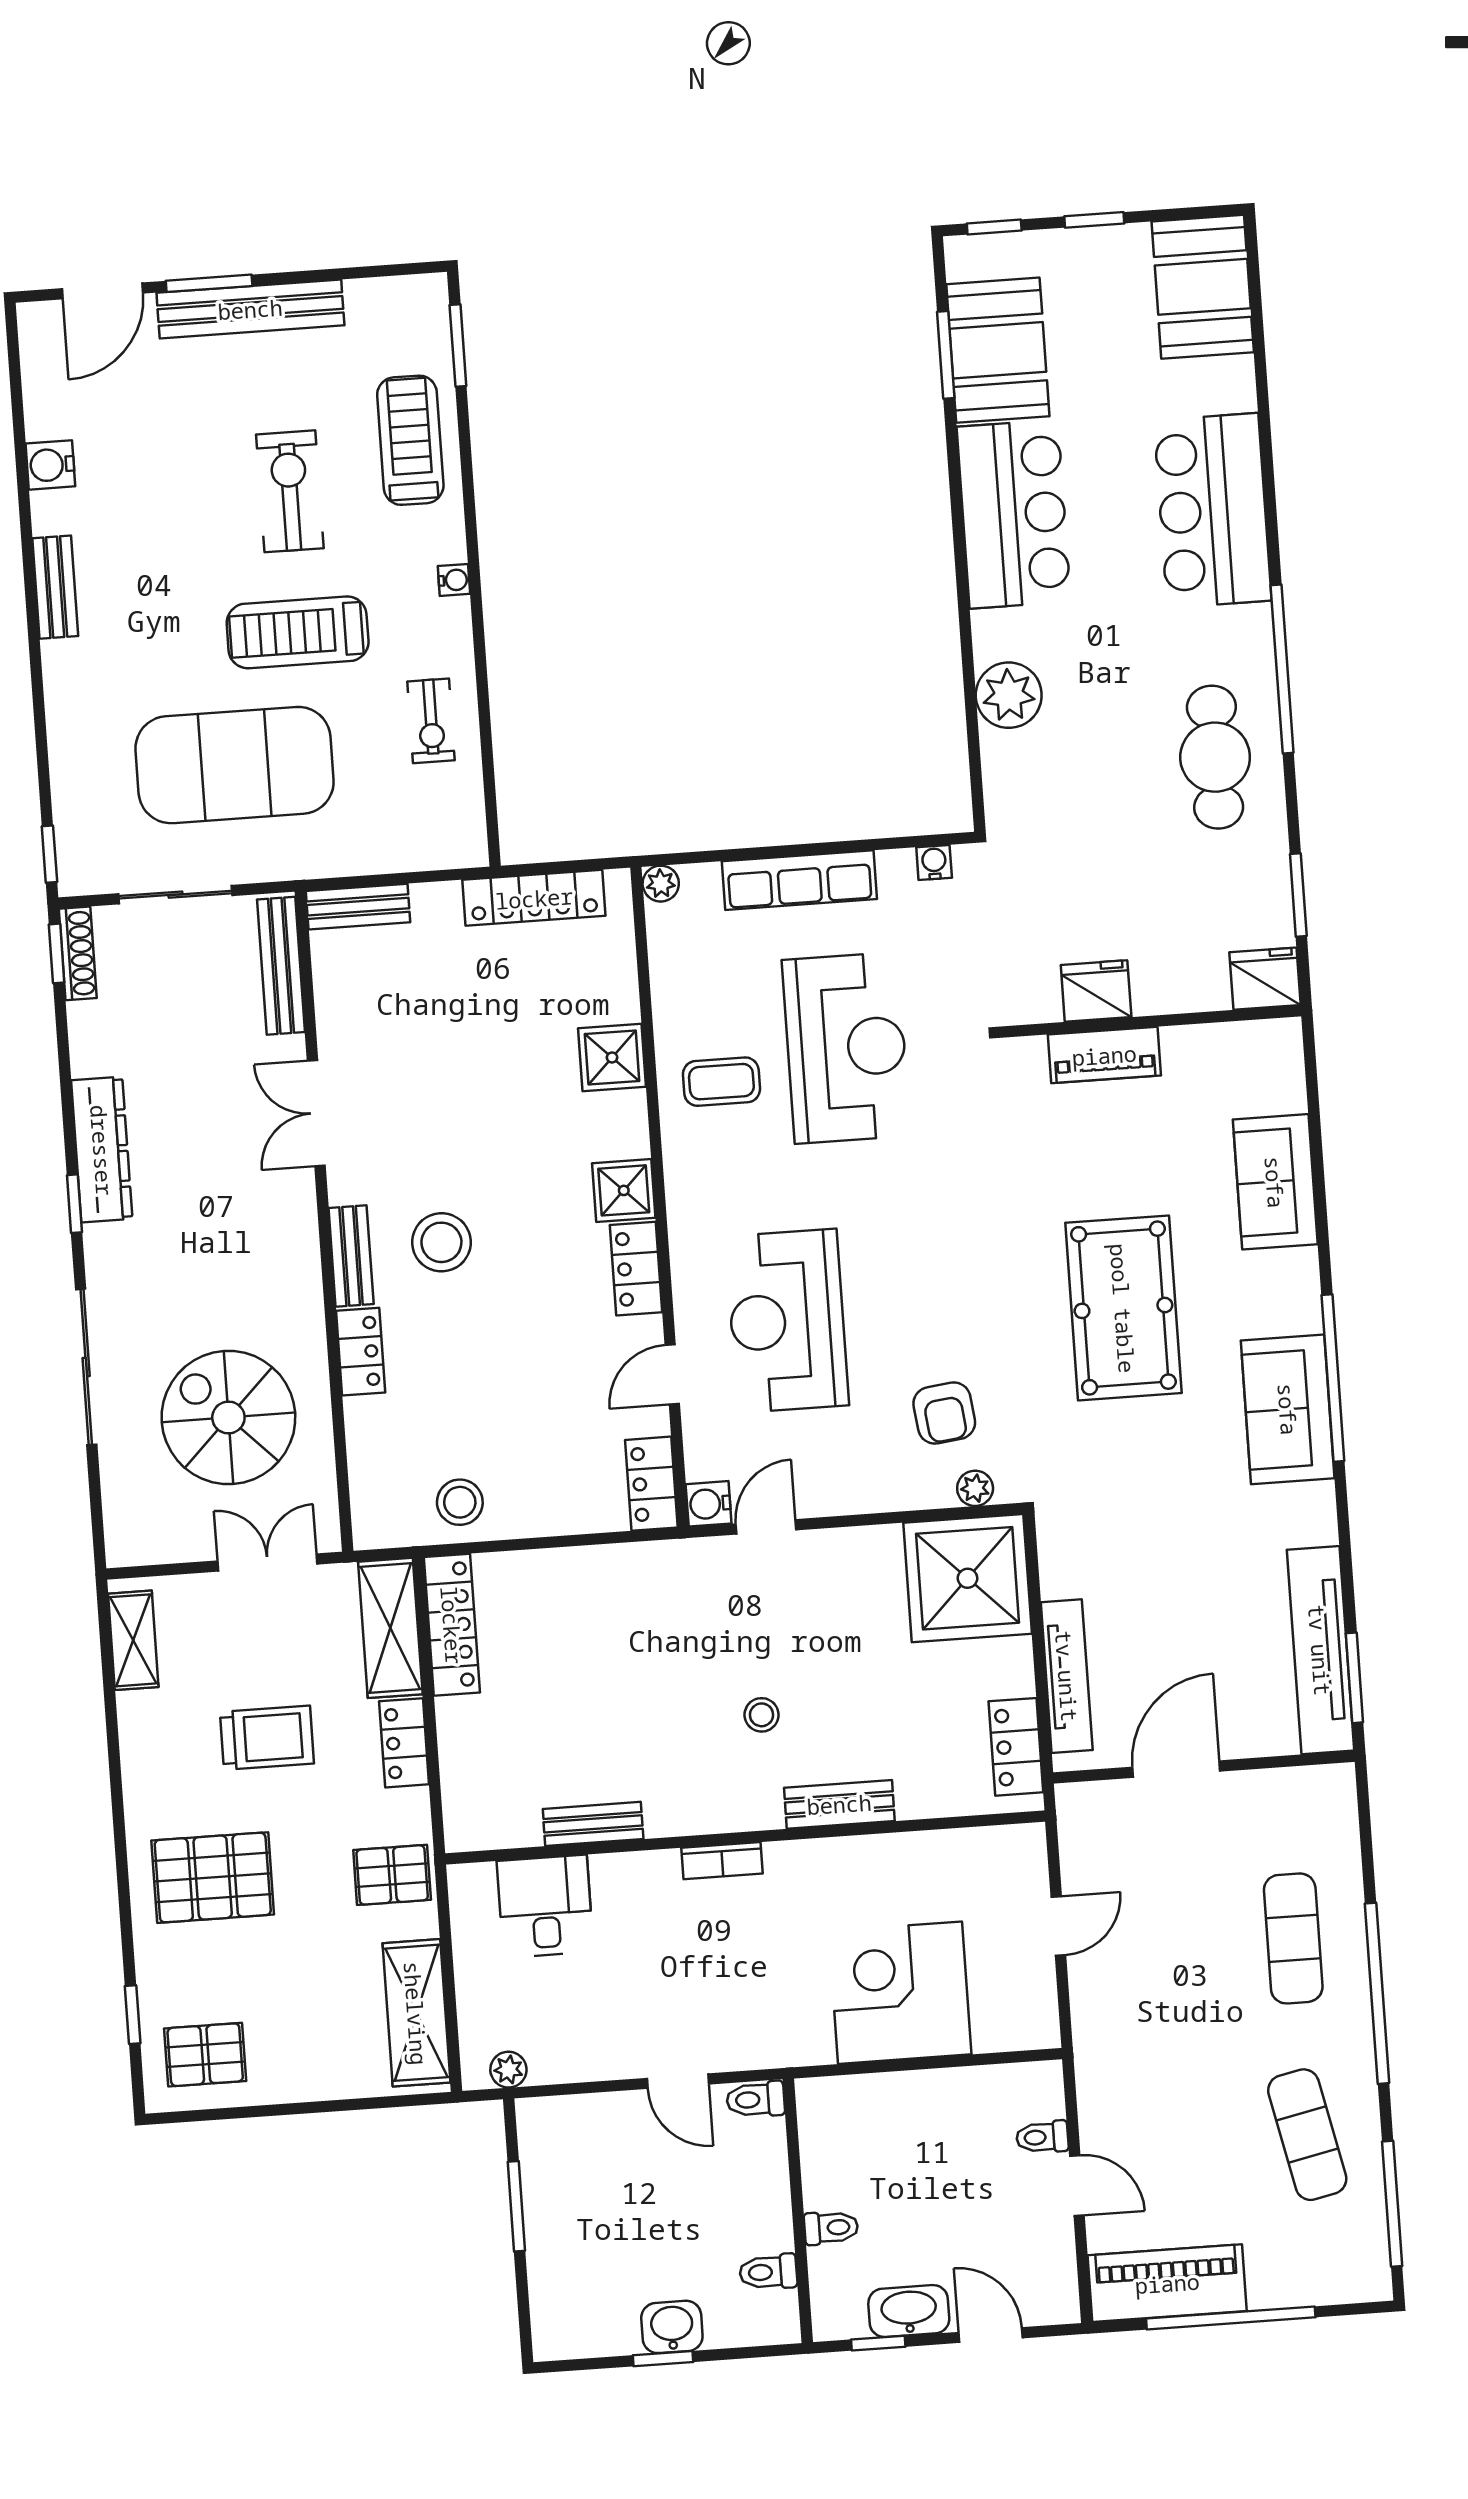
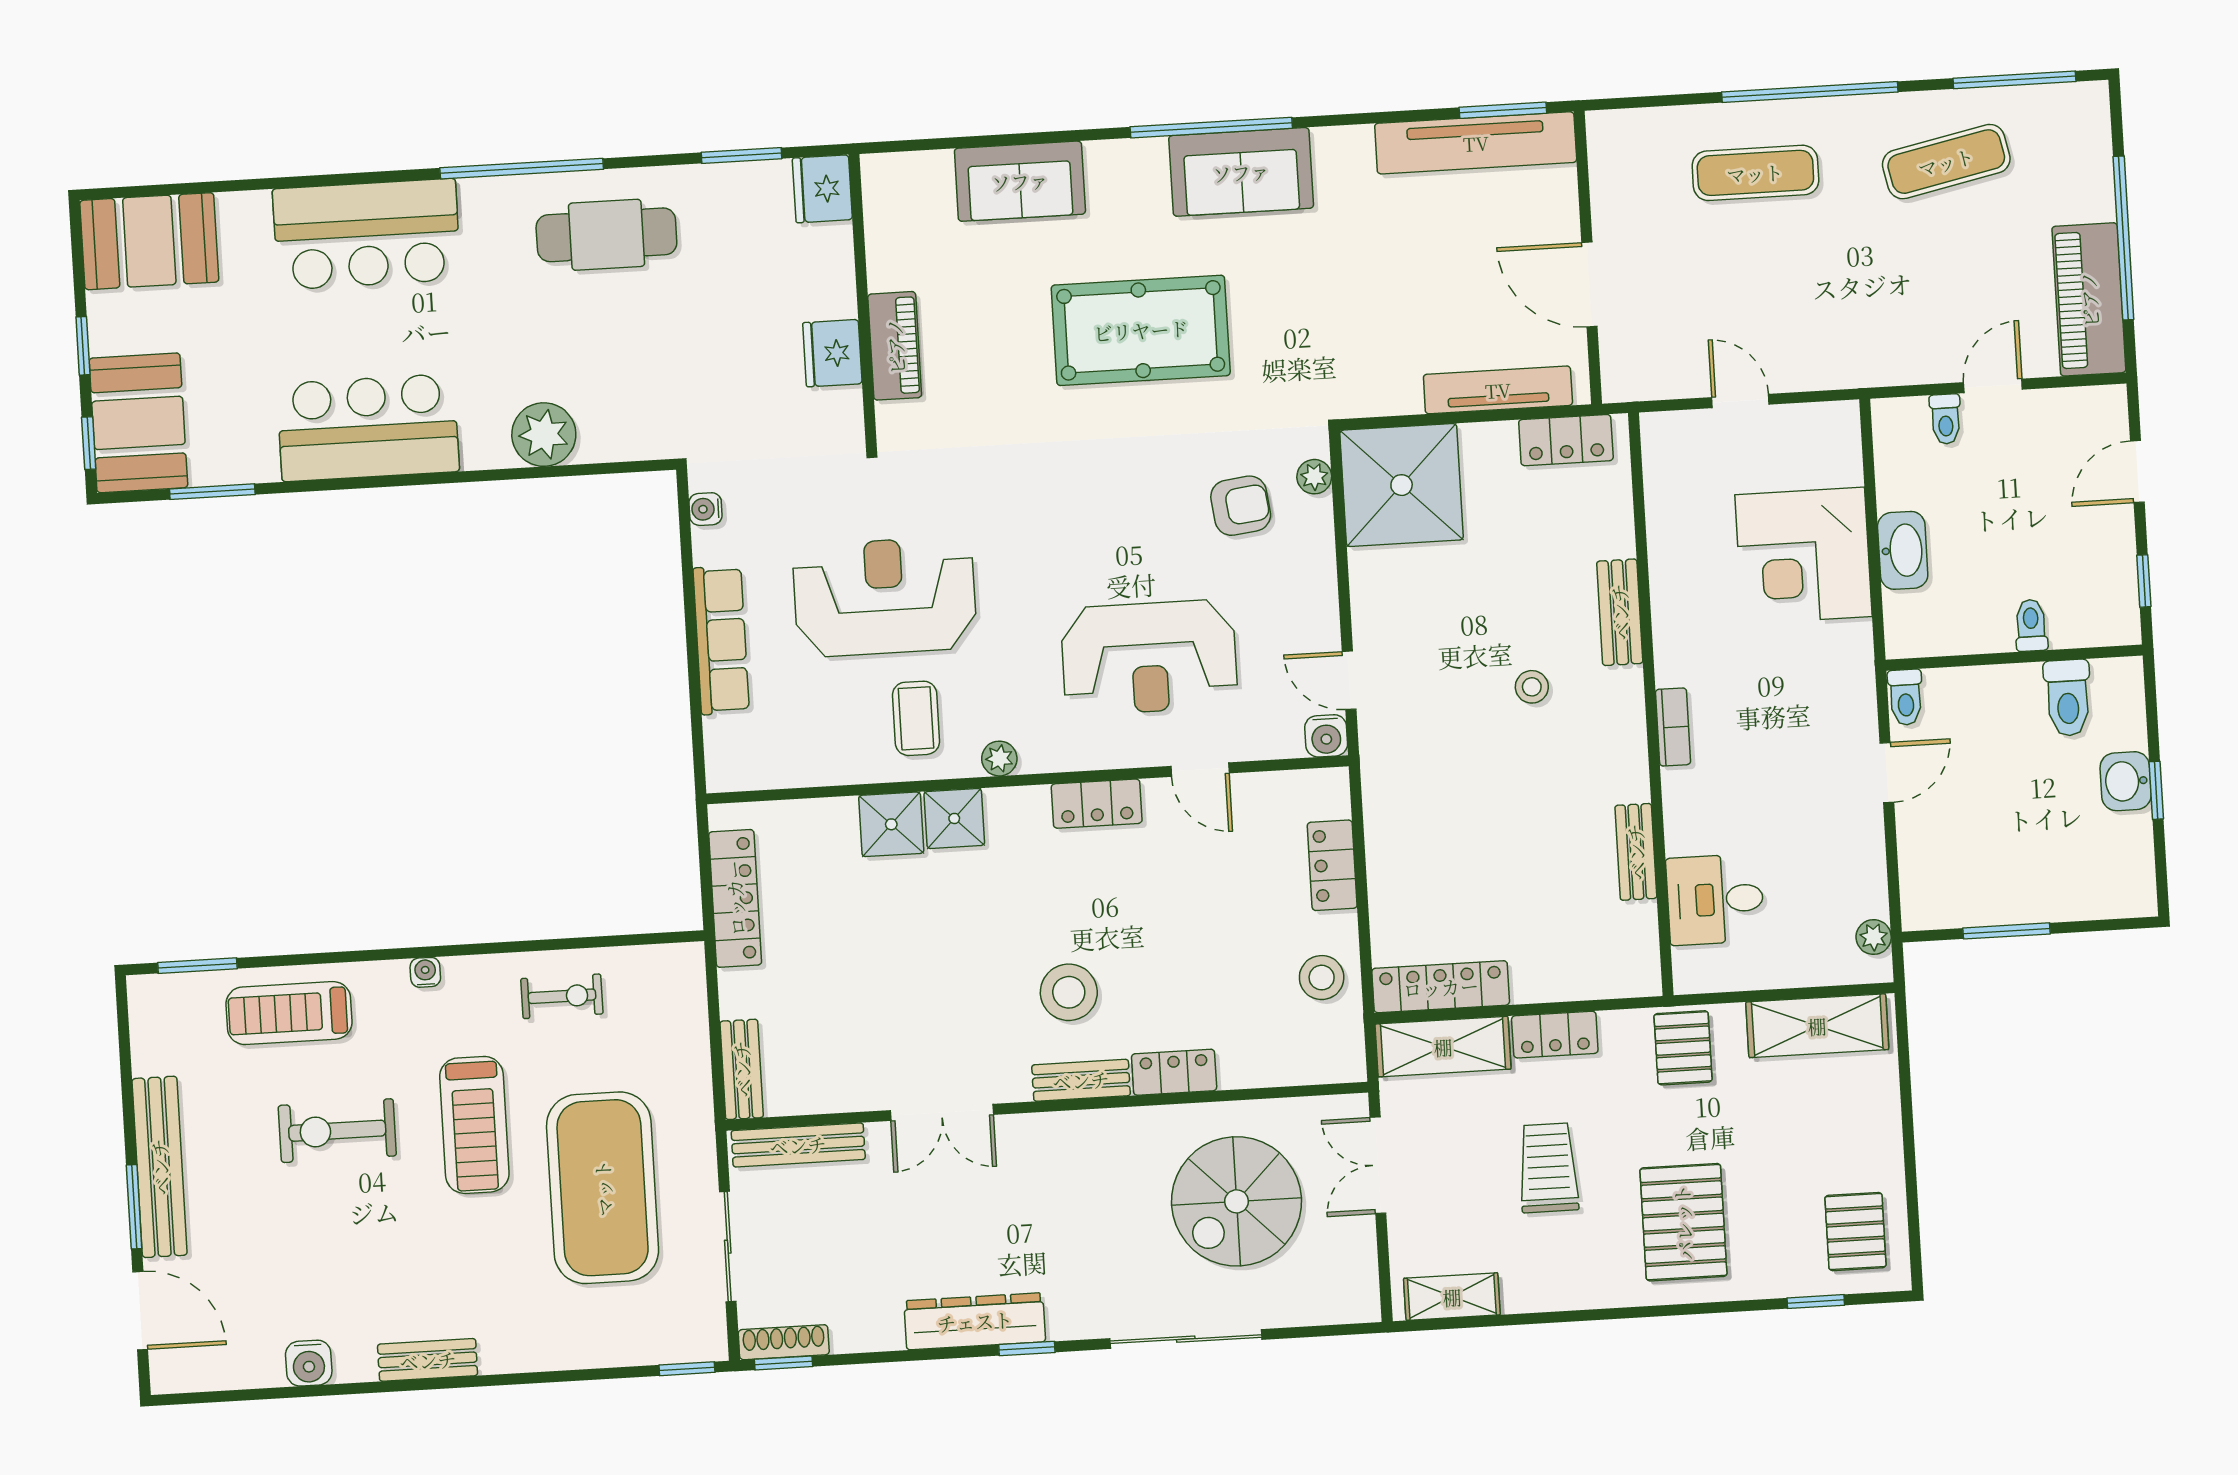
booth: (998, 350) -> (138, 423), moved, turned 90
plant: (661, 884) -> (999, 759), moved
shower: (624, 1190) -> (954, 818), moved
locker: (651, 1484) -> (1332, 865), moved, turned 90
toilet: (768, 2272) -> (2068, 698), width x1.37, depth x1.39
washbasin: (909, 2311) -> (1903, 550), moved, turned 180

